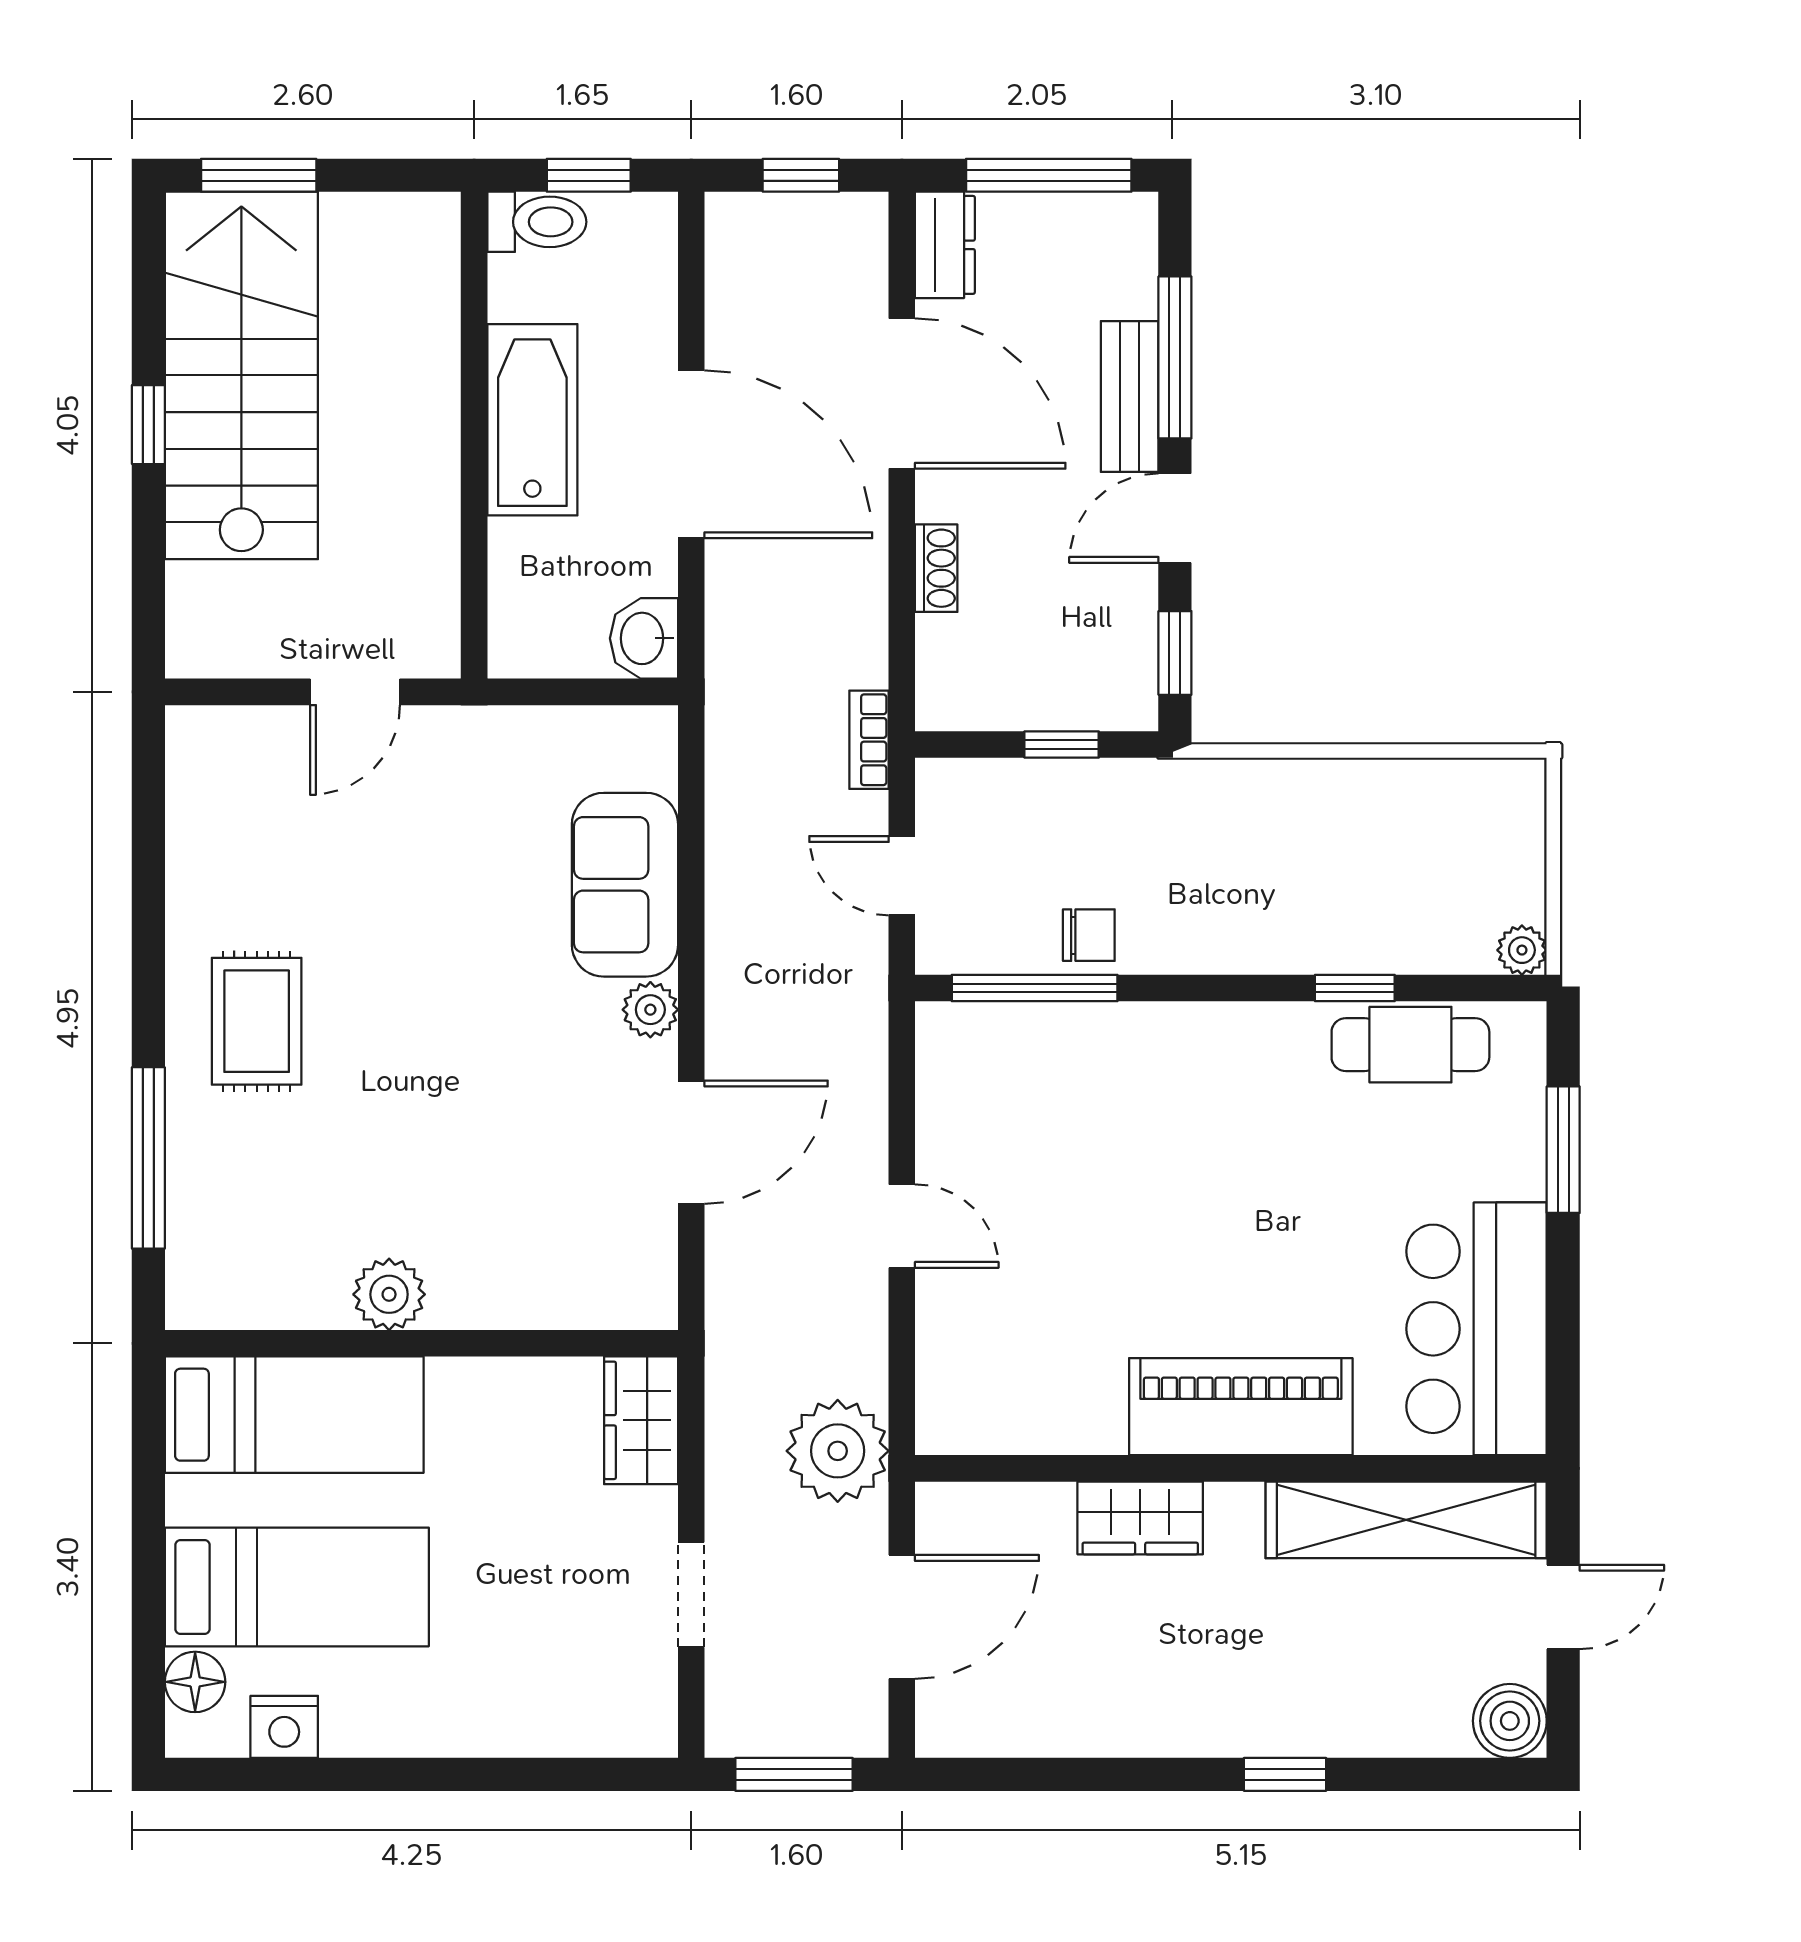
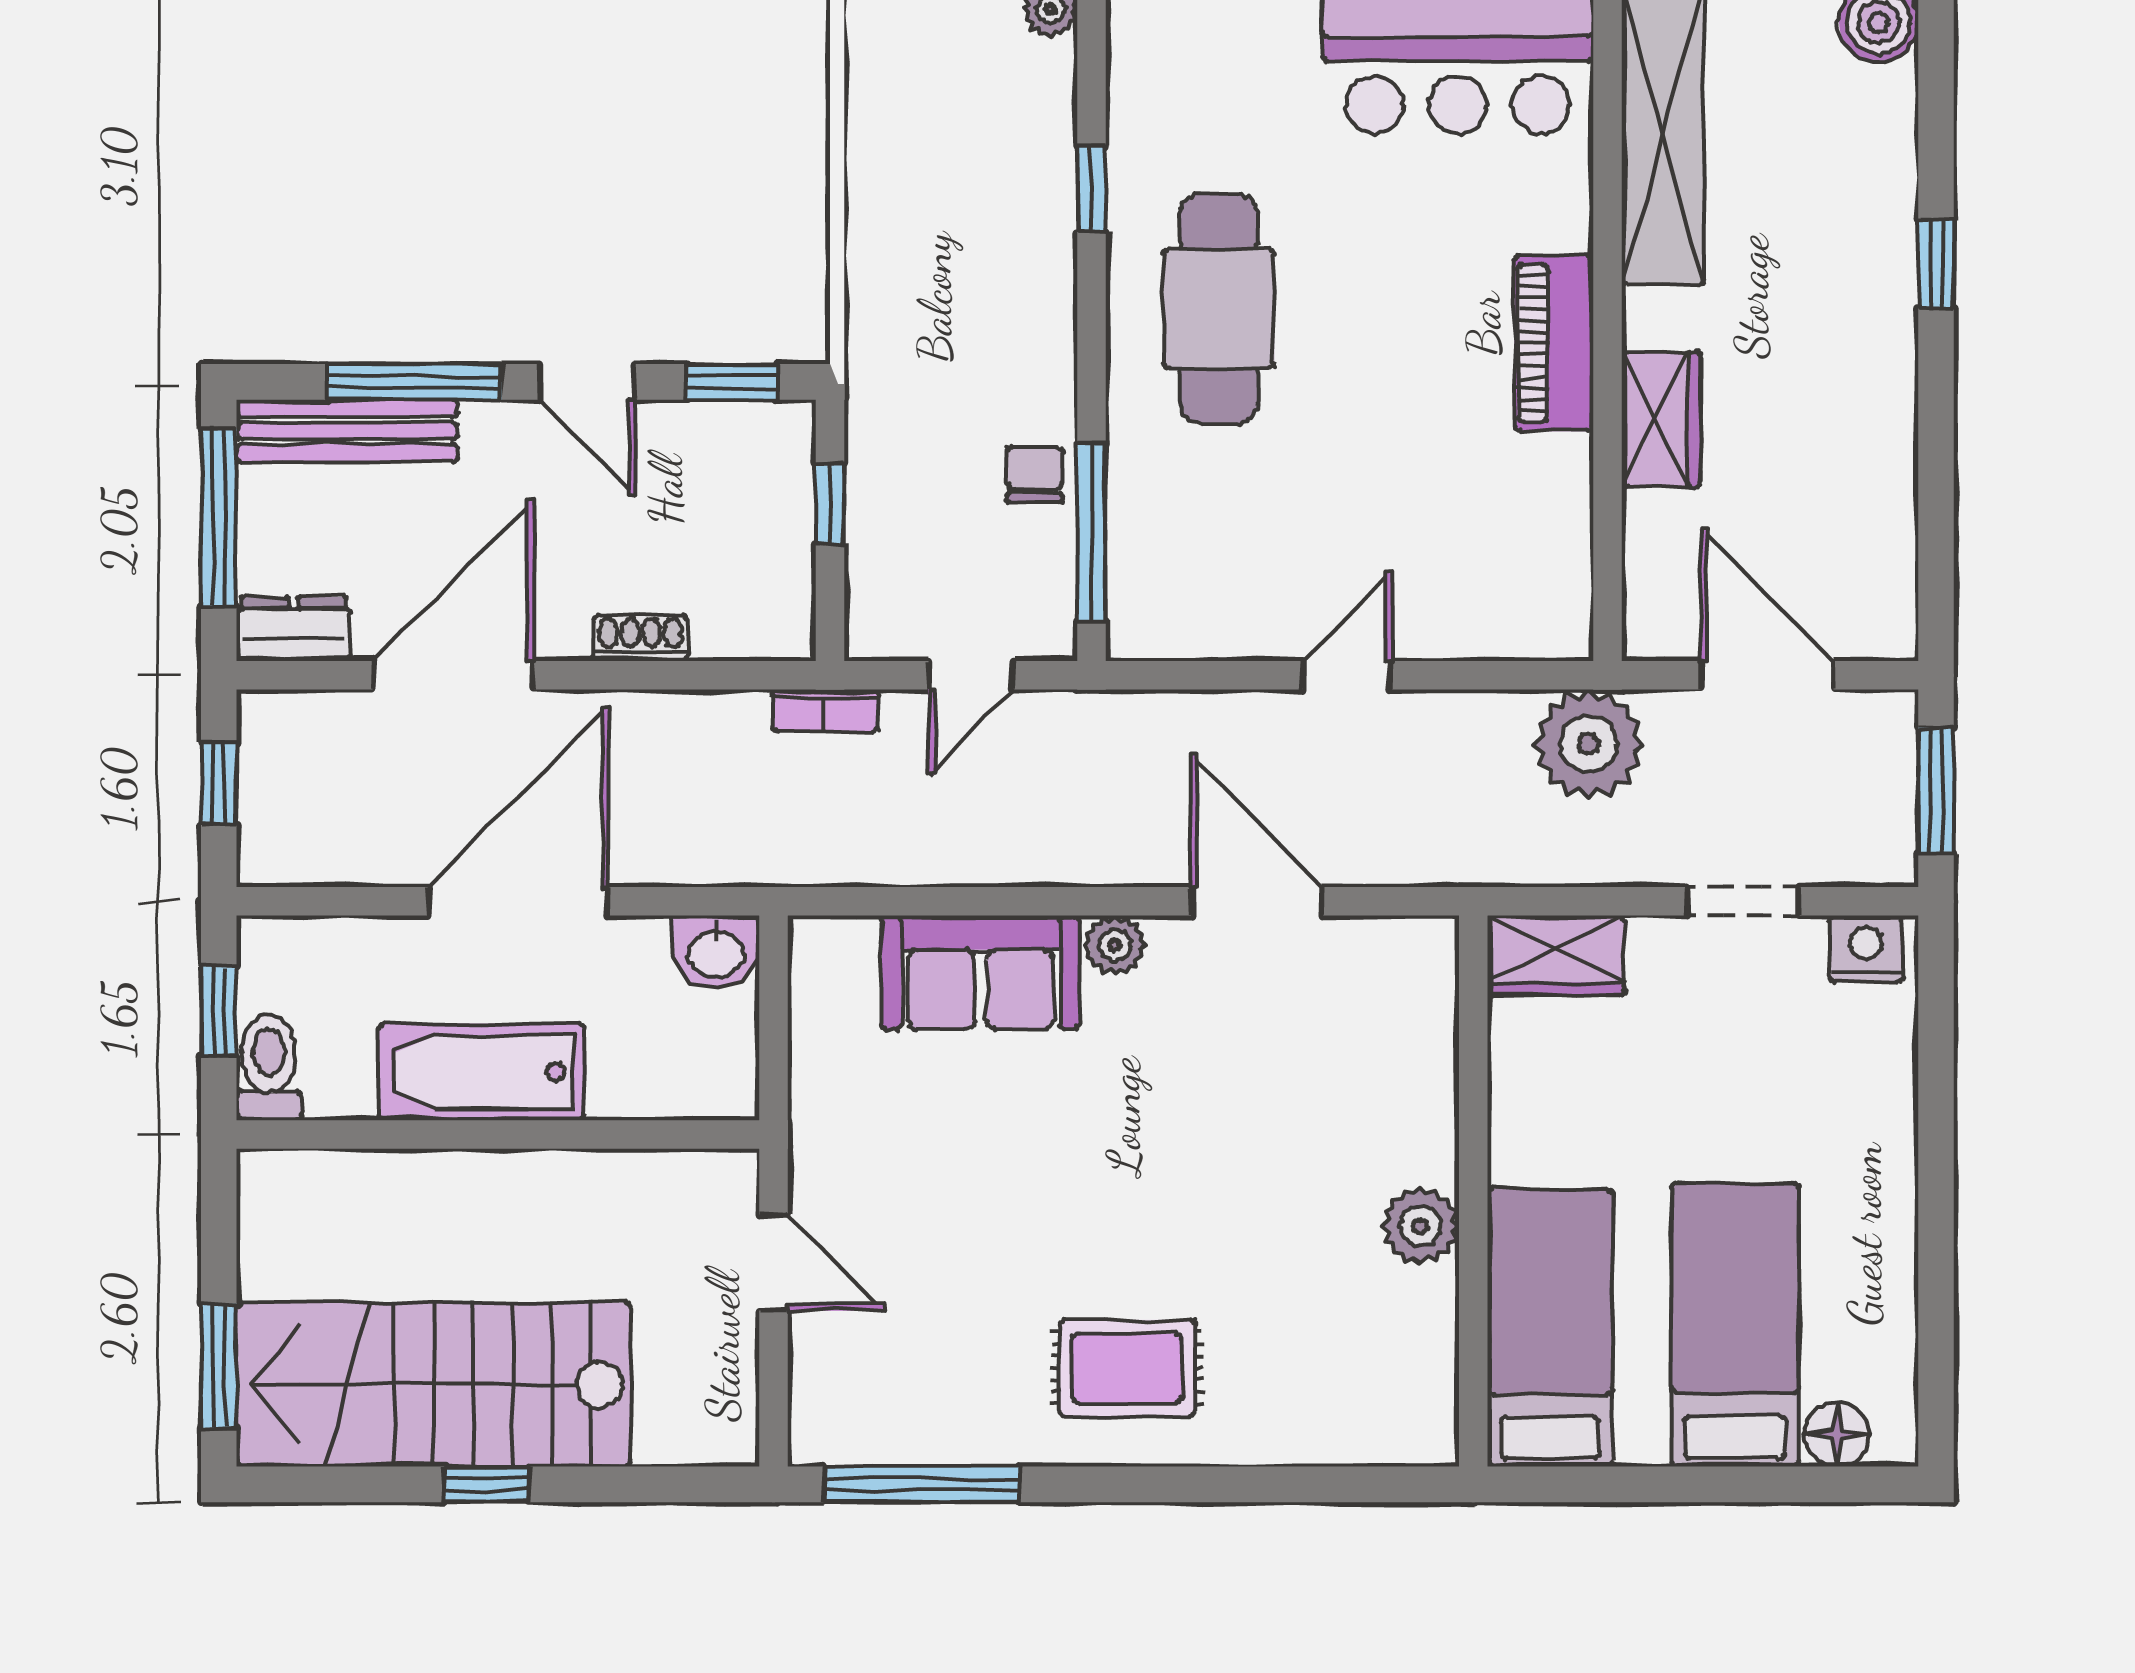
bench: (1130, 397) -> (347, 431), moved, width x1.36
cafe table: (1410, 1045) -> (1219, 309), moved, width x1.37, depth x1.35
window: (148, 1158) -> (922, 1484), moved
piano: (1241, 1407) -> (1554, 343), width x0.73, depth x0.75
nightstand: (284, 1727) -> (1866, 949), moved, turned -90

